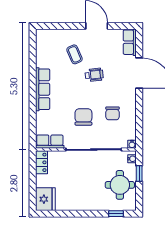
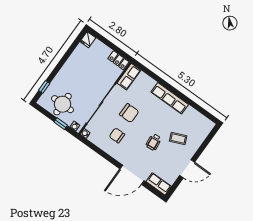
fridge: (45, 199) -> (88, 40), width x0.53, depth x0.75

